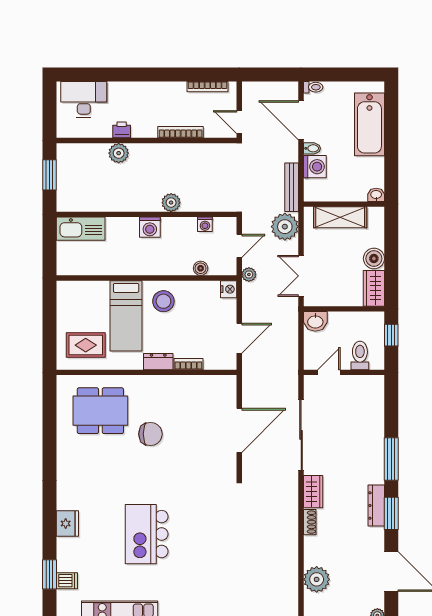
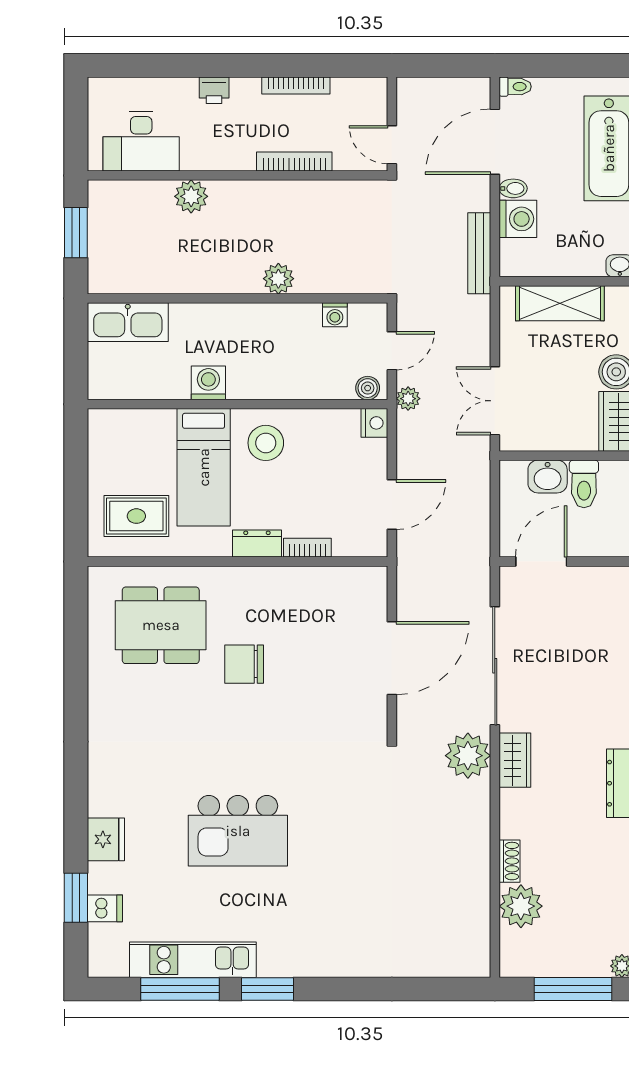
bookcase: (207, 87) -> (296, 85), moved
desk: (84, 99) -> (141, 141), moved, turned 180
door: (301, 120) -> (495, 142), hinge flipped
printer: (122, 130) -> (214, 90), moved, turned 180
washing machine: (150, 227) -> (208, 383), moved, turned 180
plant: (285, 227) -> (468, 756), moved
boiler: (201, 268) -> (368, 388), moved
washbasin: (315, 321) -> (548, 477), moved
toilet: (360, 355) -> (584, 484), moved, turned 180
door: (329, 372) -> (541, 561), width x1.38
chair: (150, 434) -> (244, 664), turned 180
shoe rack: (310, 522) -> (509, 861), moved
fridge: (67, 524) -> (106, 839), moved
kitchen island: (147, 534) -> (238, 831), turned -90

